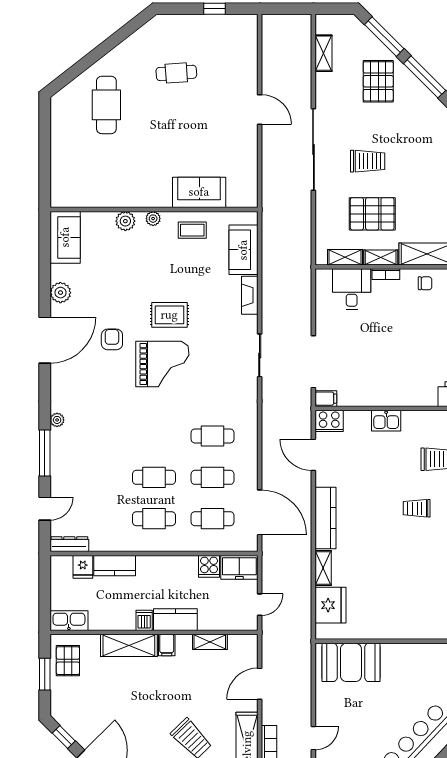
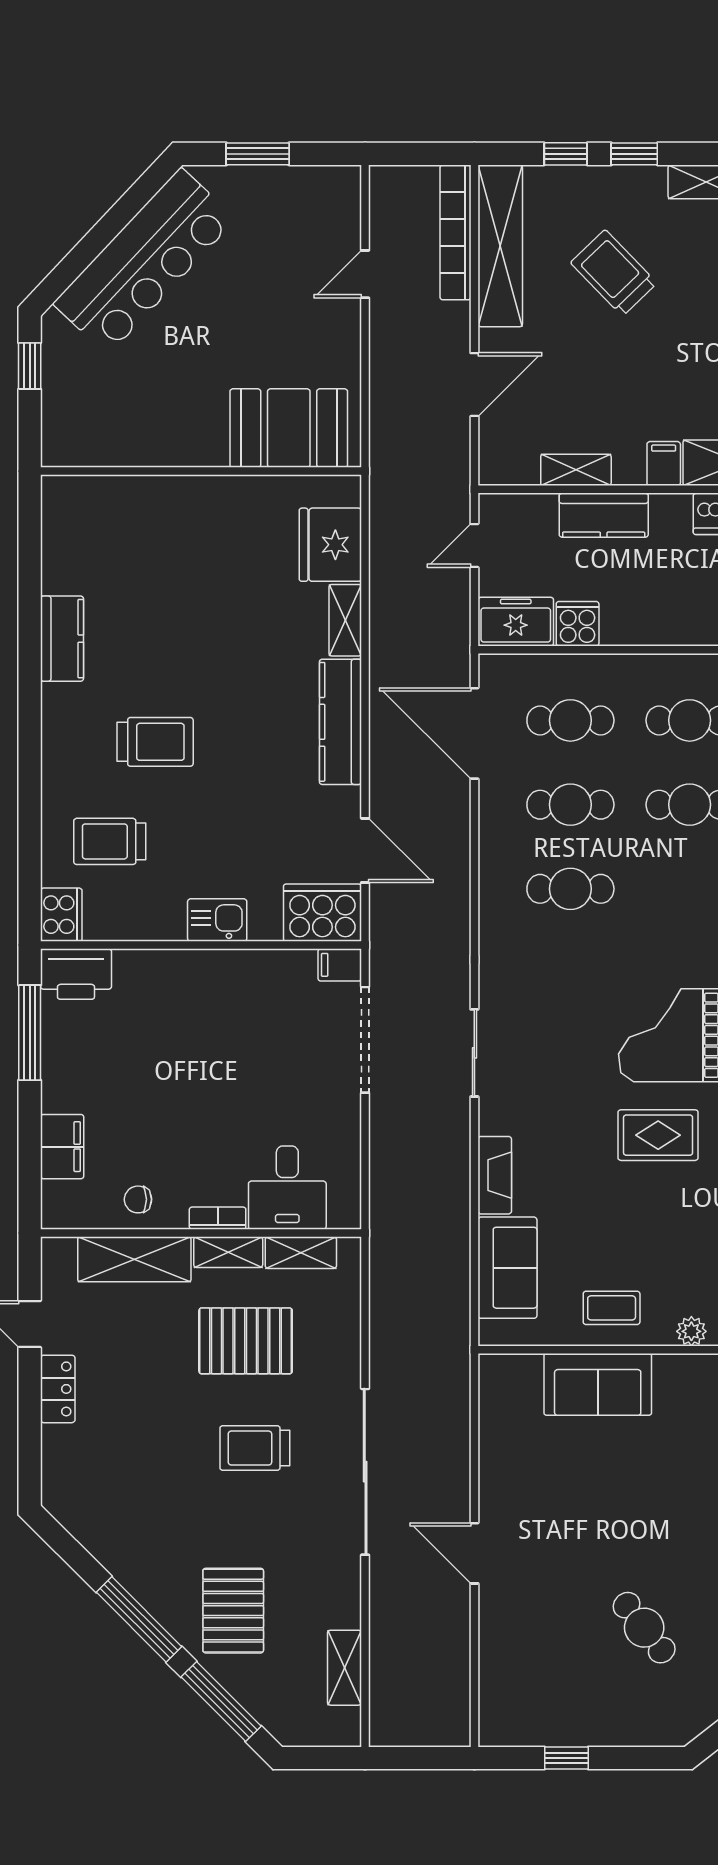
cafe table: (176, 73) -> (644, 1628), turned 56
cooker: (329, 421) -> (322, 913), width x1.37, depth x1.31
trolley: (417, 508) -> (155, 742), width x1.36, depth x1.39
kitchen counter: (175, 620) -> (604, 515), moved

